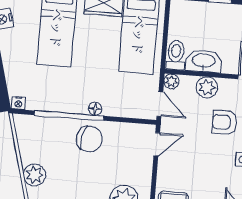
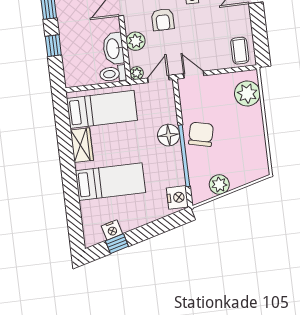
nightstand: (18, 103) -> (177, 197), width x1.89, depth x1.79
floor lamp: (95, 109) -> (169, 135), width x1.89, depth x1.89
plant: (34, 175) -> (219, 185), moved

